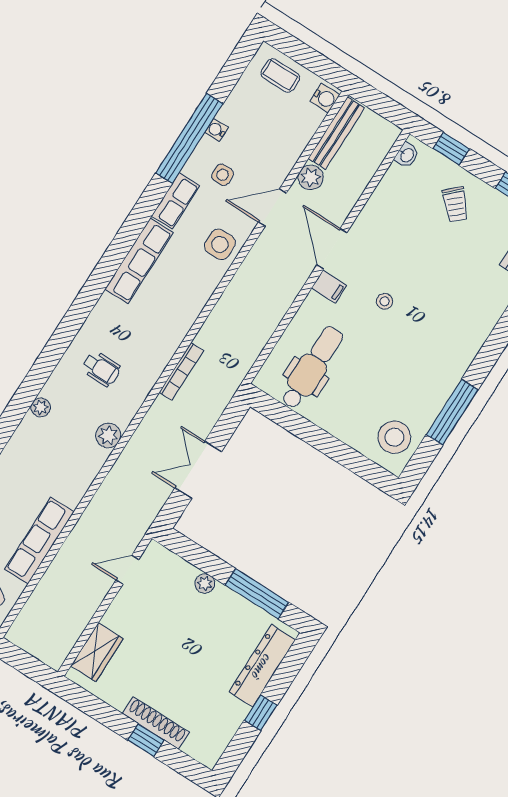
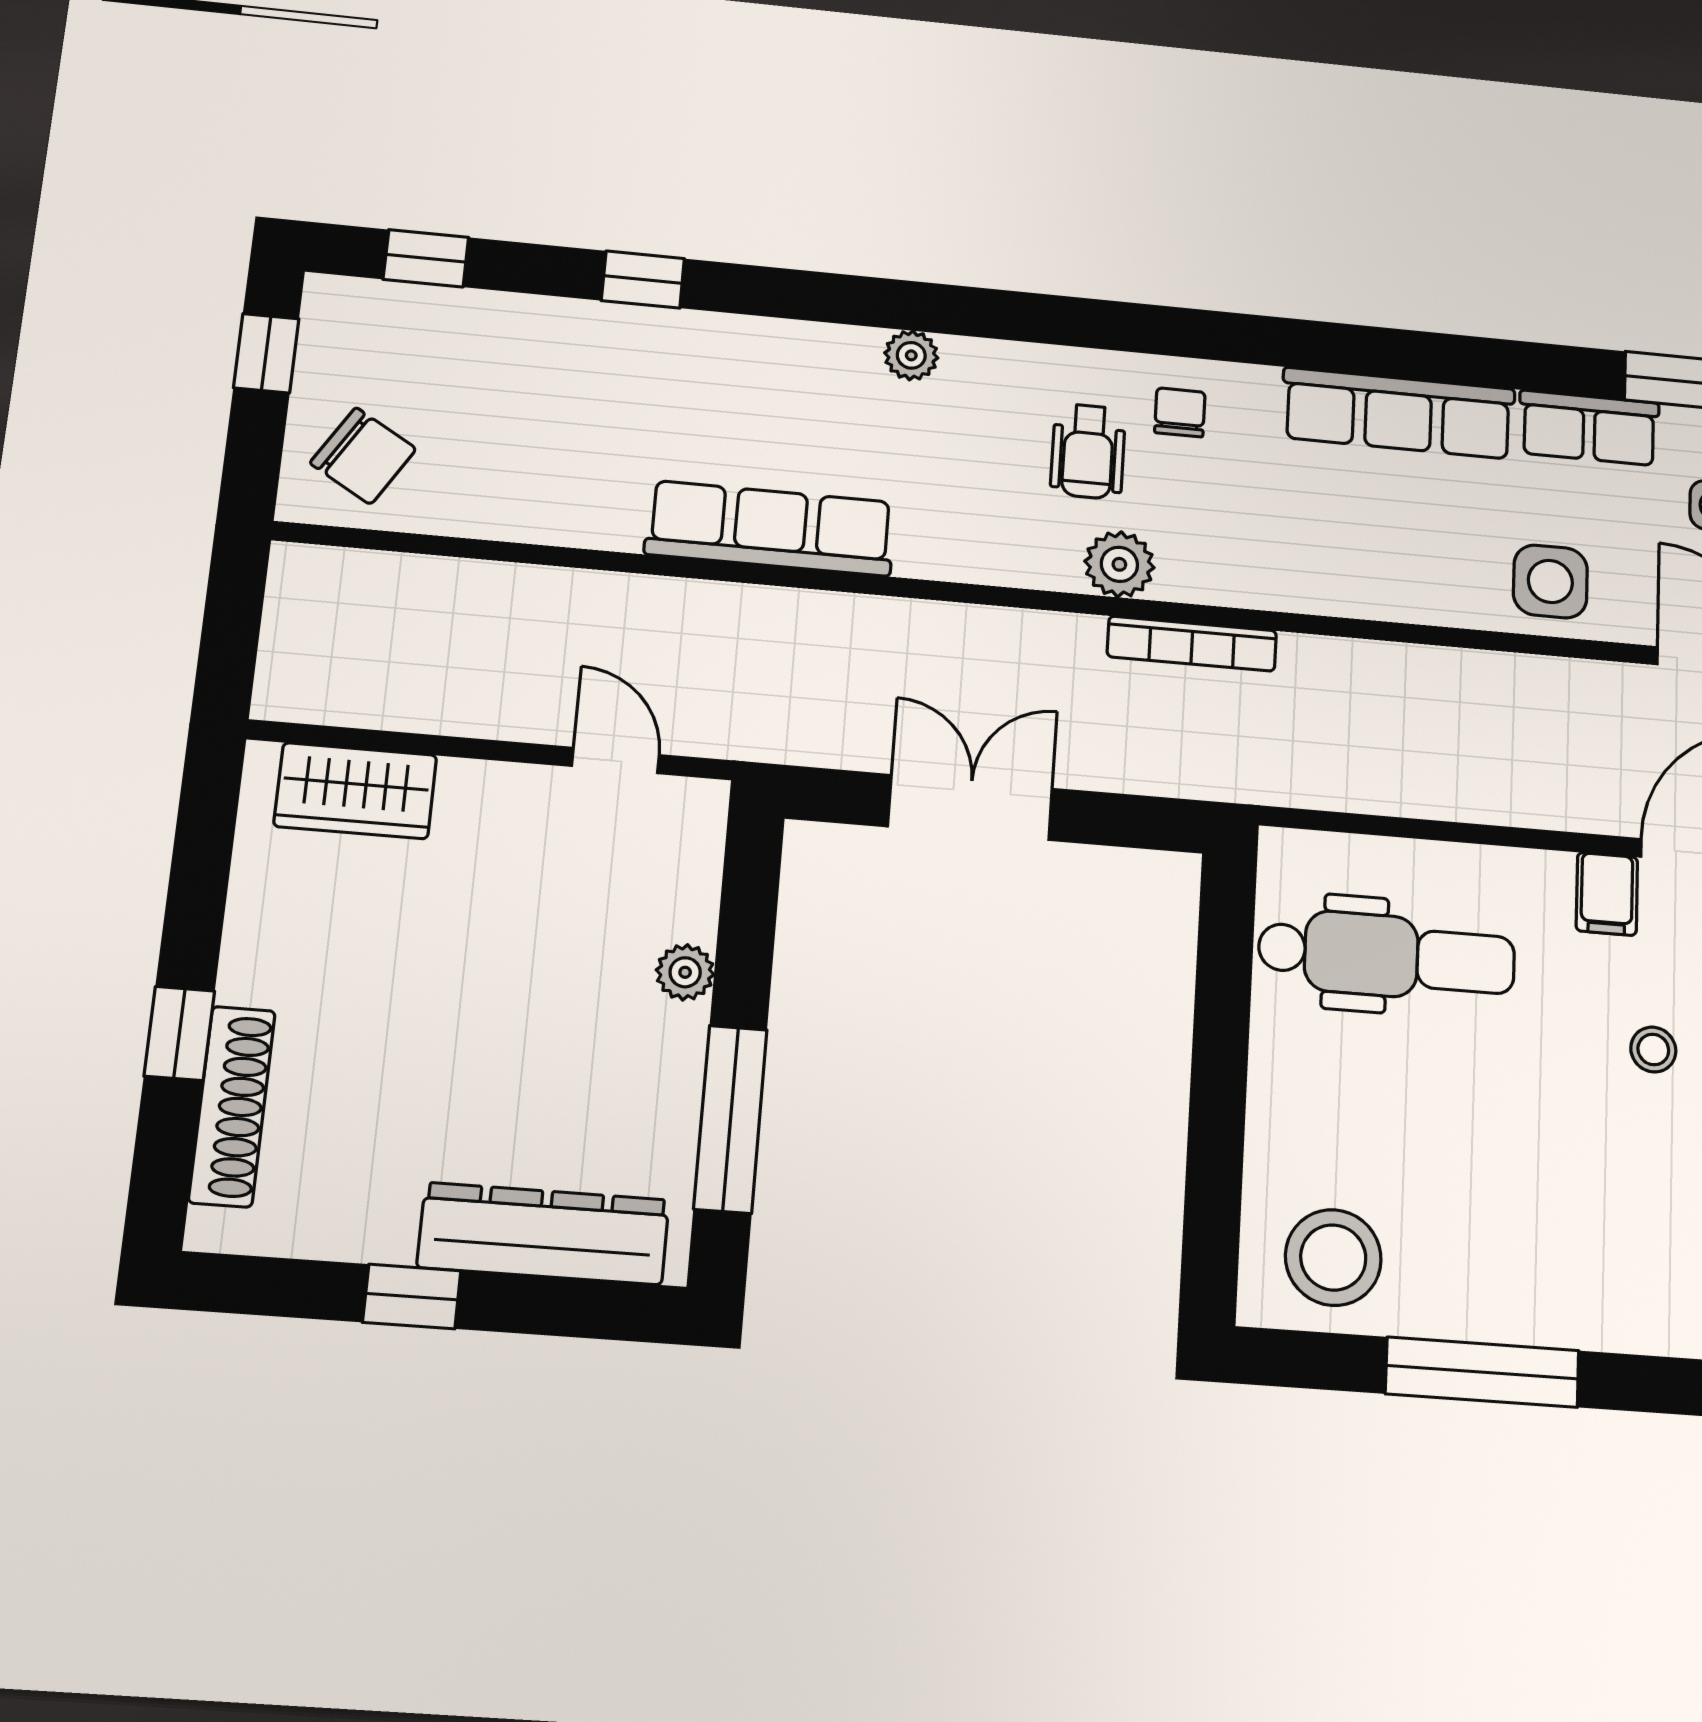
chair: (103, 332) -> (1180, 412), added
plant: (108, 435) -> (1119, 564), moved
row of seats: (39, 541) -> (770, 528), moved
shoe rack: (156, 723) -> (232, 1106), moved

